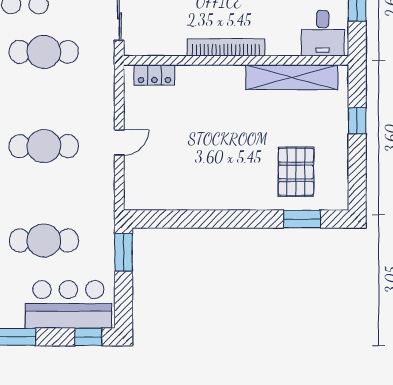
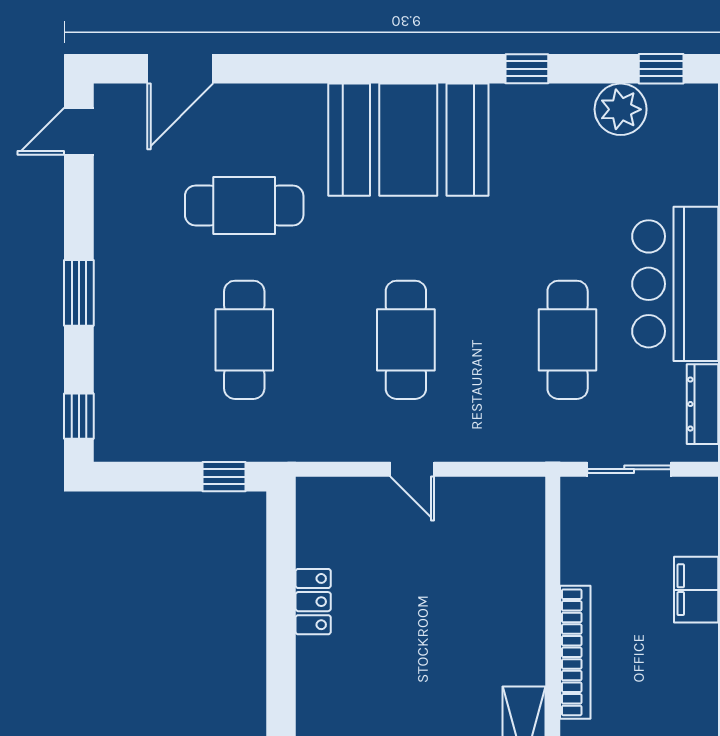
locker: (154, 75) -> (313, 602), moved, turned 180
window: (124, 252) -> (224, 477), width x0.67
bar counter: (68, 304) -> (135, 382), removed

